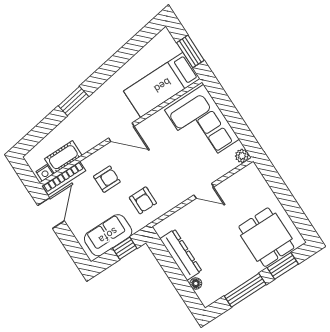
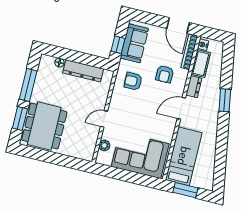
dresser: (90, 141) -> (194, 87), added
plant: (242, 156) -> (104, 146), moved
dining table: (266, 237) -> (44, 126), width x1.38

